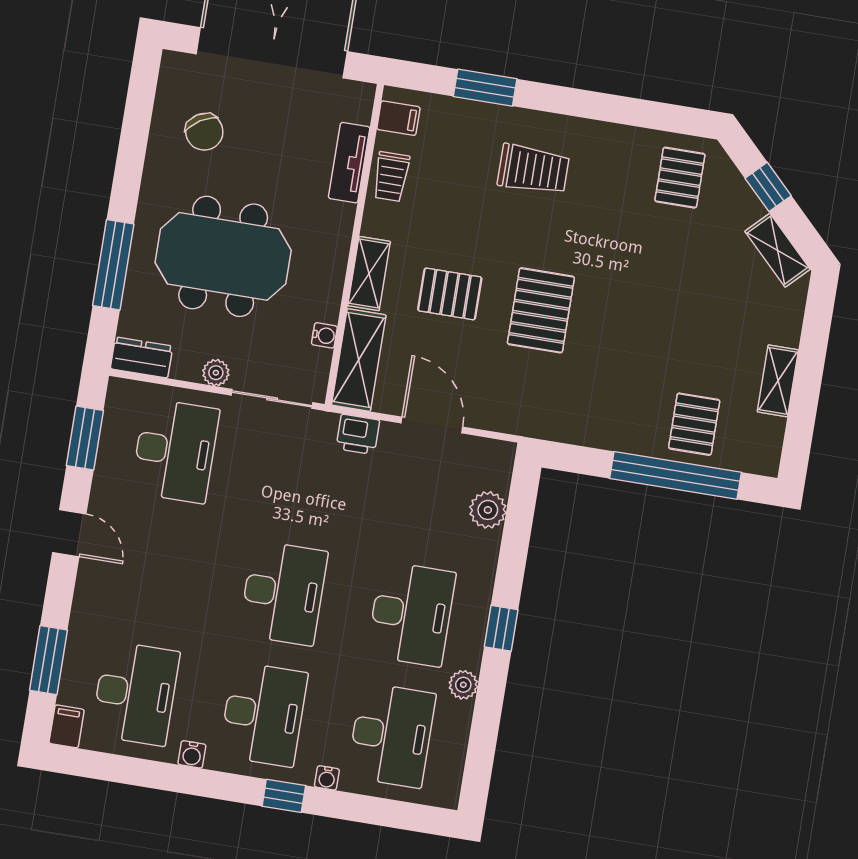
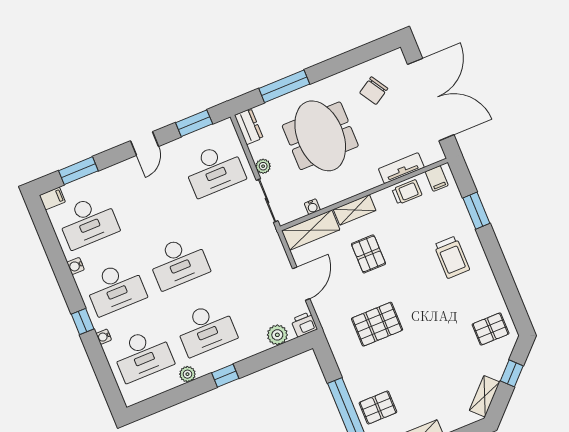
trolley: (391, 177) -> (407, 192), turned 180
pallet: (541, 310) -> (377, 324), moved
printer: (358, 434) -> (304, 324), moved, turned 90

